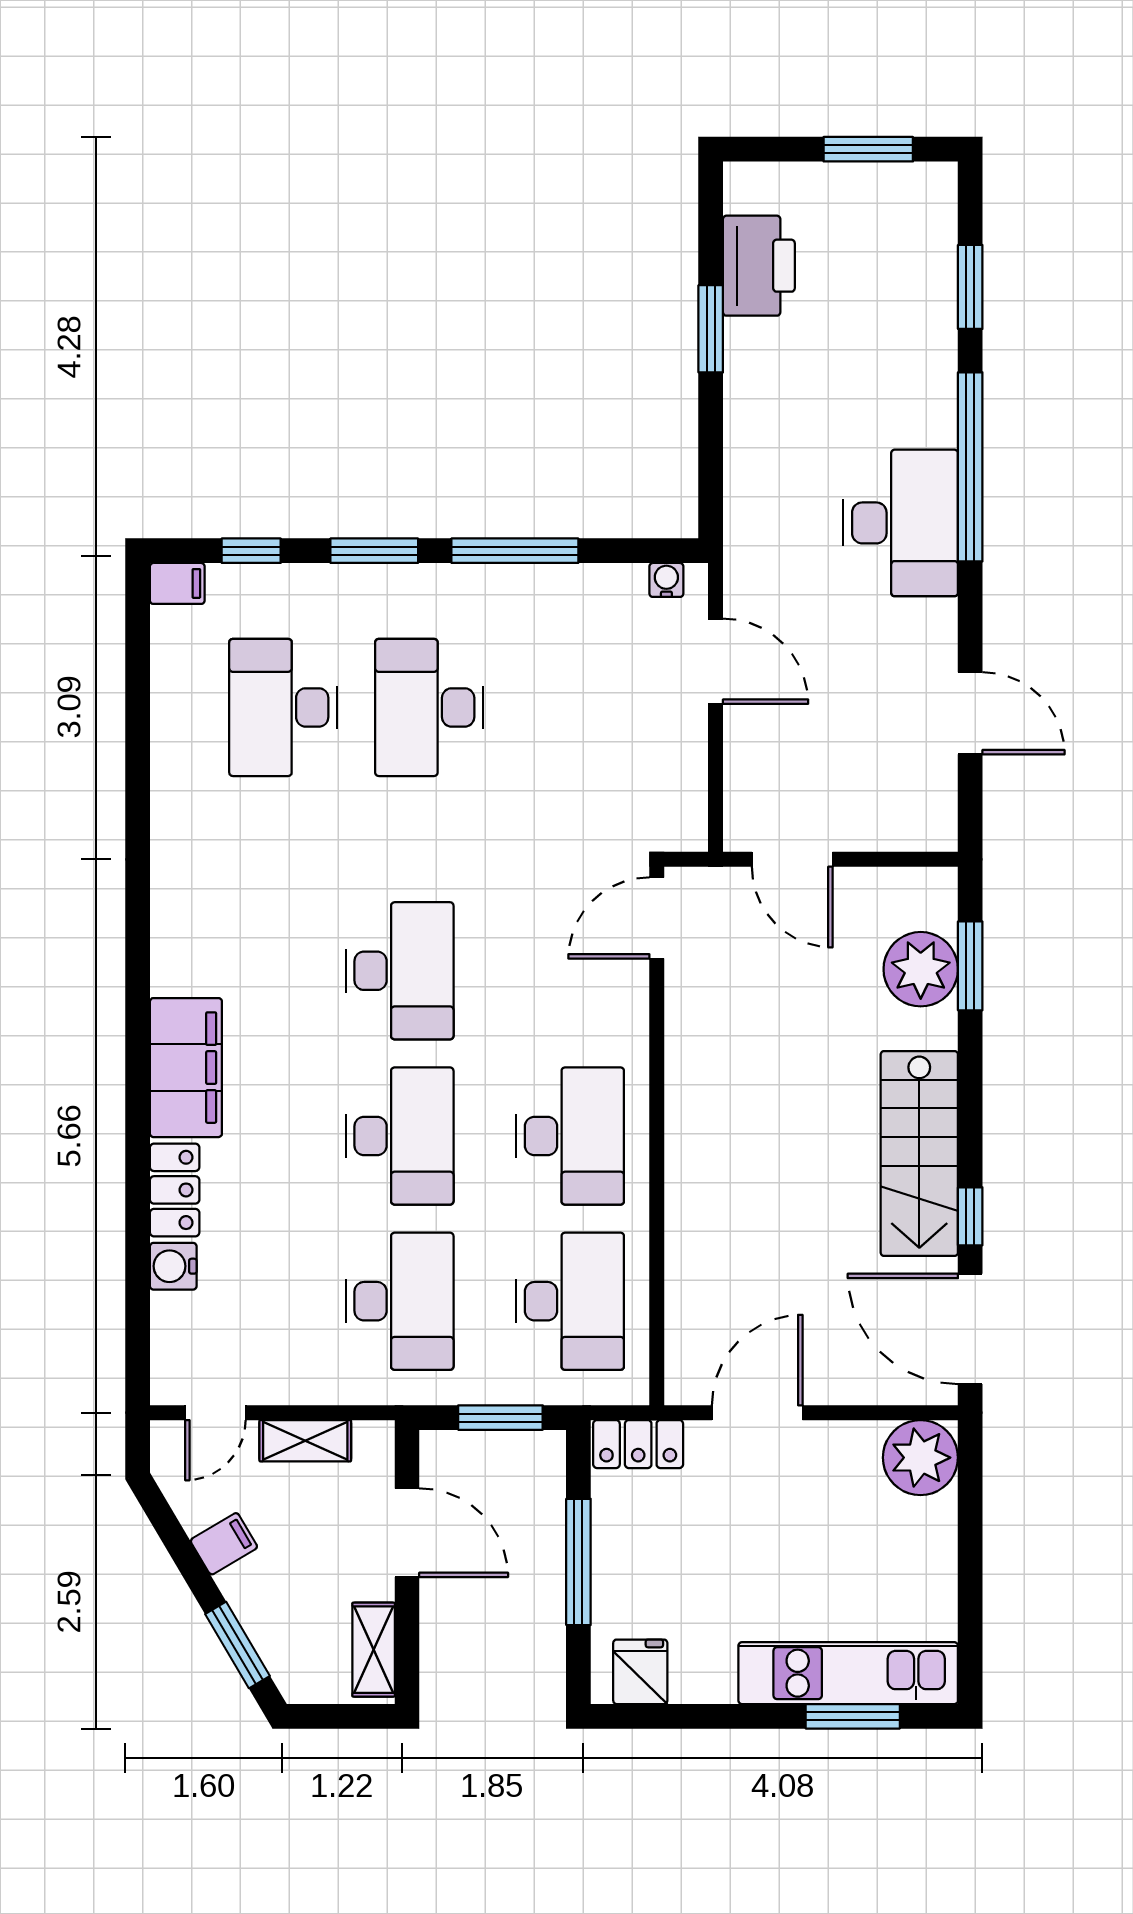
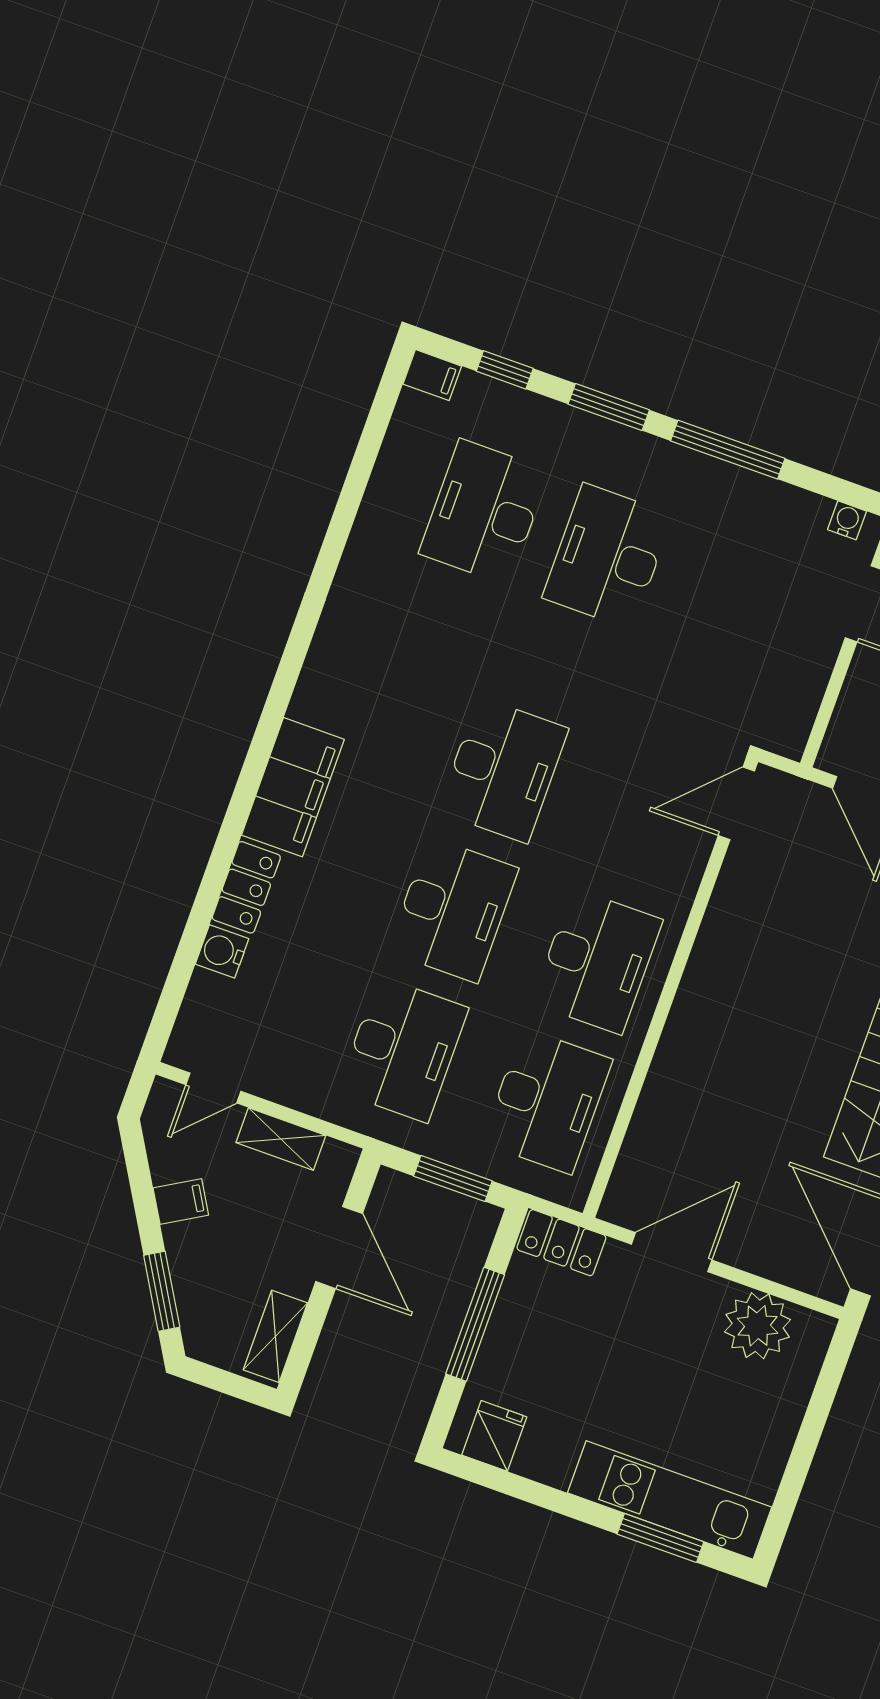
plant: (920, 1458) -> (758, 1326), moved

